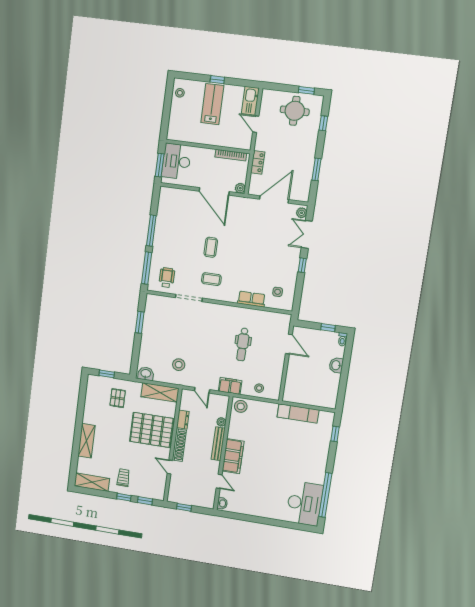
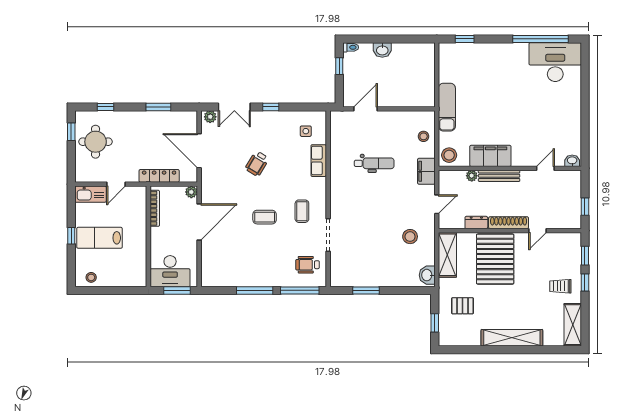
locker: (258, 162) -> (159, 176), width x1.53
wheelchair: (256, 247) -> (257, 164), added
exam couch: (298, 413) -> (447, 107), moved
shelving: (86, 441) -> (512, 338), width x1.47
filing cabinet: (233, 456) -> (490, 156), moved

